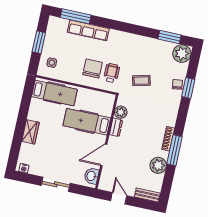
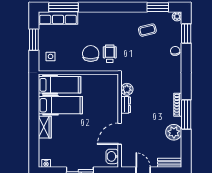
row of seats: (88, 30) -> (58, 18), moved
plant: (182, 54) -> (177, 16), width x0.53, depth x0.53
coffee table: (141, 81) -> (147, 30), moved
window: (188, 88) -> (186, 33), moved
hospital bed: (87, 122) -> (60, 105), moved, turned 180

